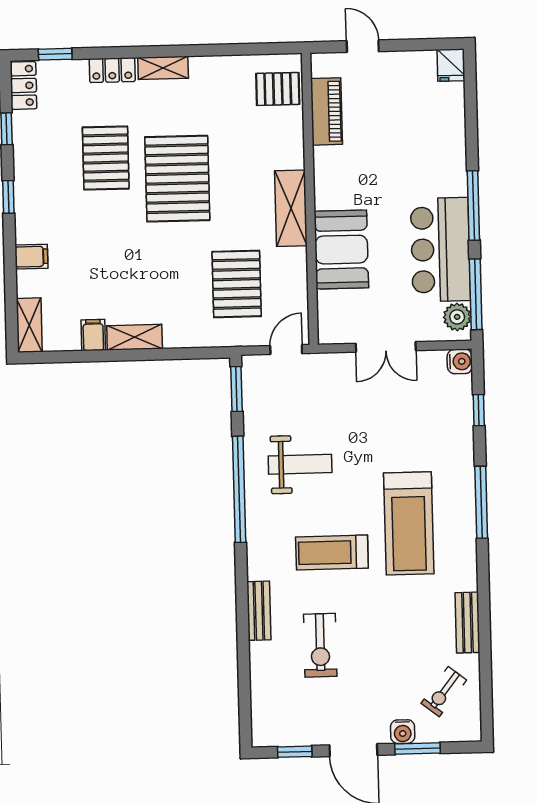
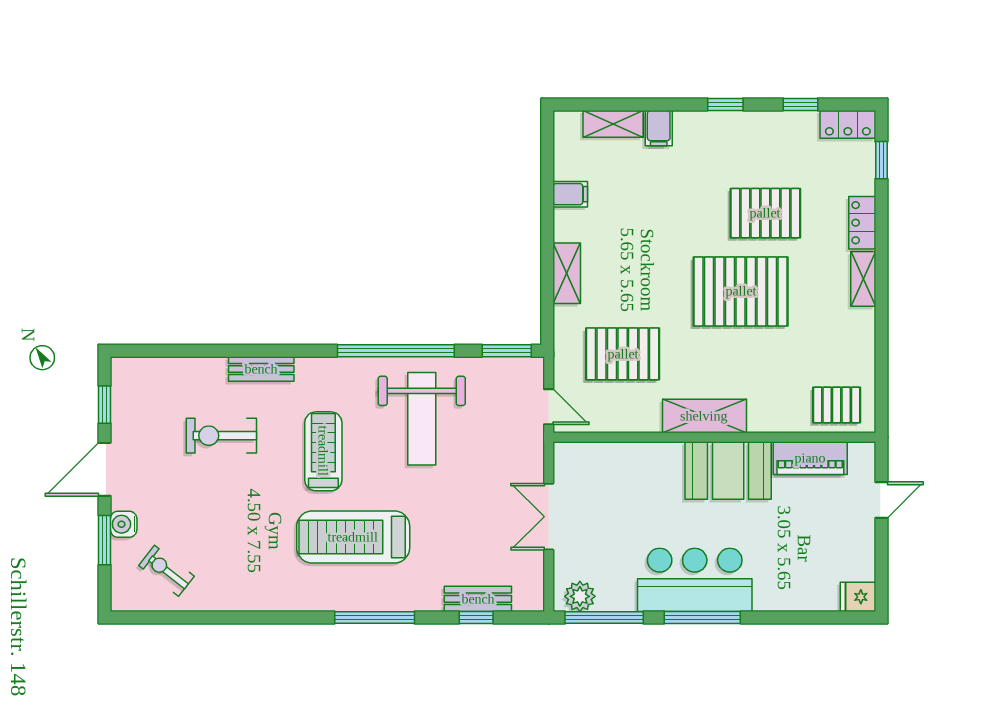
pallet: (278, 89) -> (837, 405), turned 90
booth: (341, 250) -> (728, 470), moved
bar counter: (440, 250) -> (695, 580), moved
shelving: (29, 325) -> (613, 124), moved
shelving: (135, 337) -> (567, 273), moved
water cooler: (460, 361) -> (531, 598), removed
weight bench: (300, 464) -> (422, 419), width x1.36, depth x1.33
bench: (467, 623) -> (478, 599), moved

